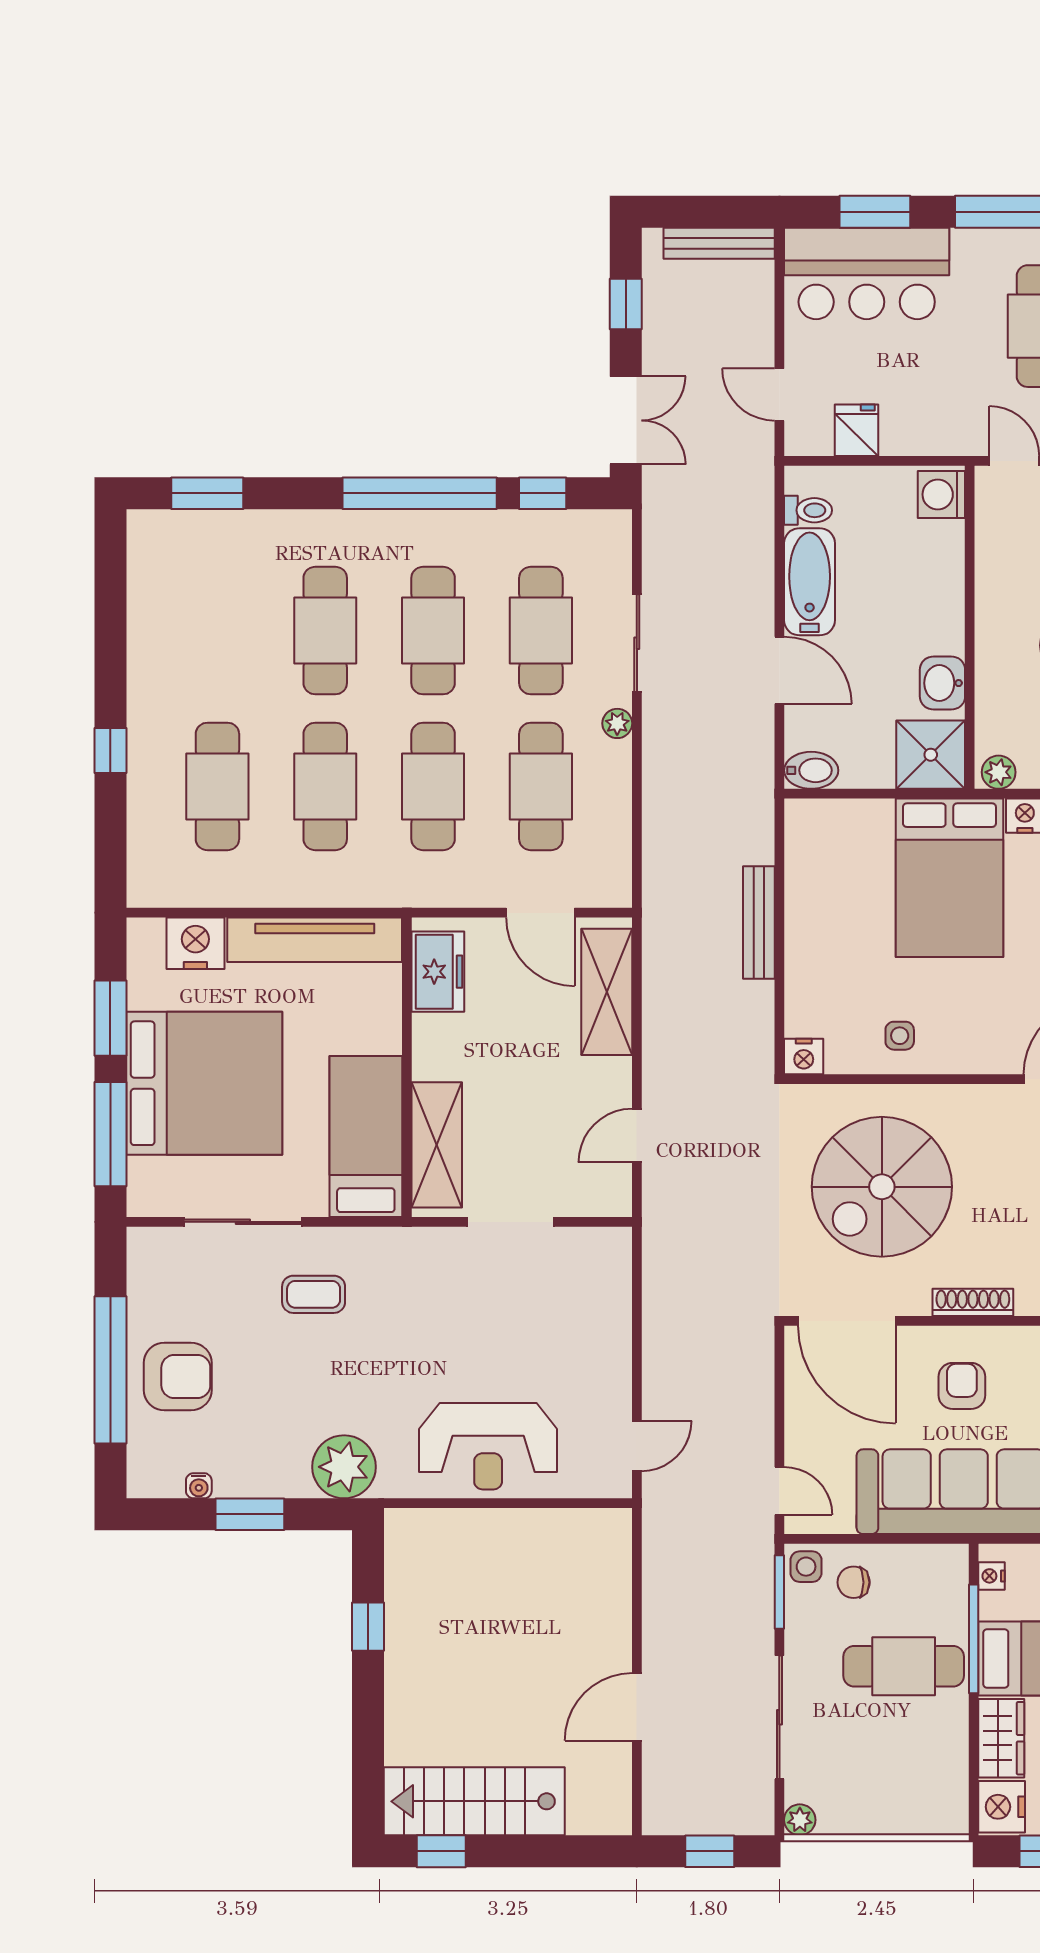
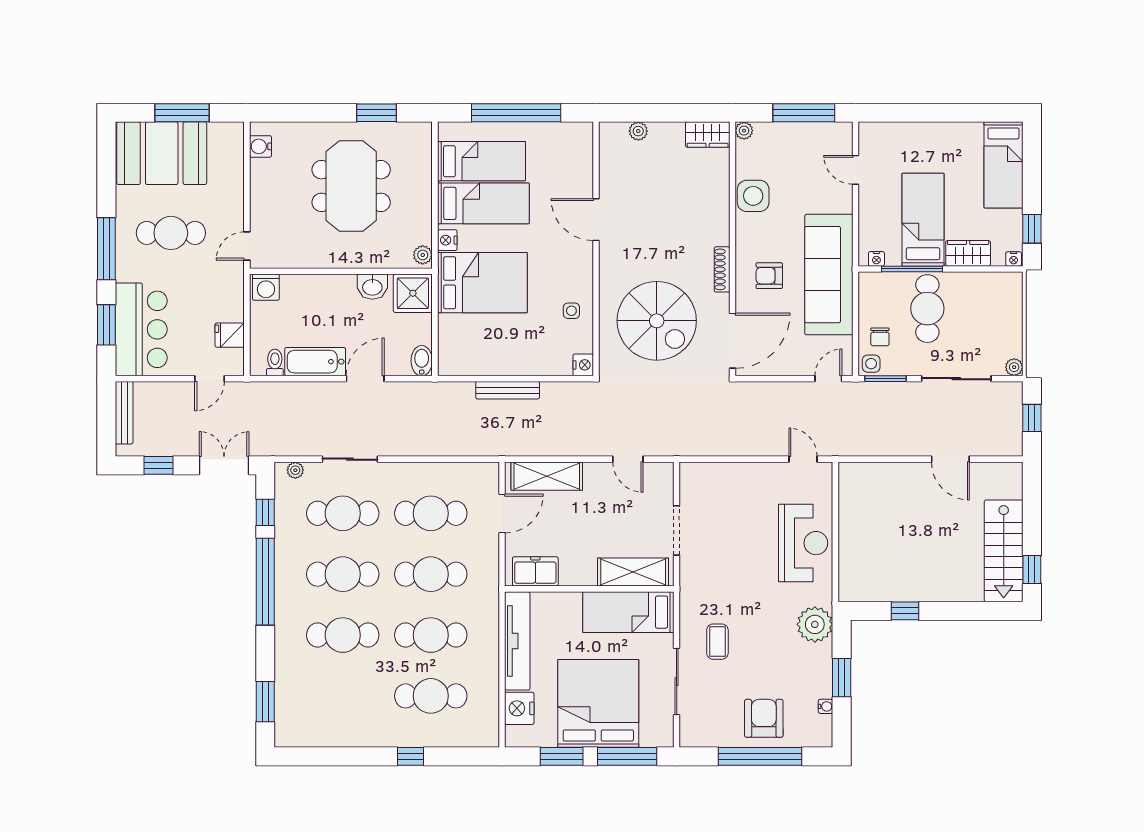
plant: (617, 723) -> (295, 470), moved
nightstand: (1002, 1807) -> (1014, 259), width x0.53, depth x0.56

